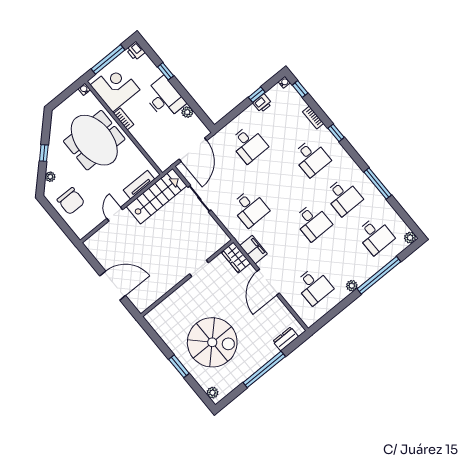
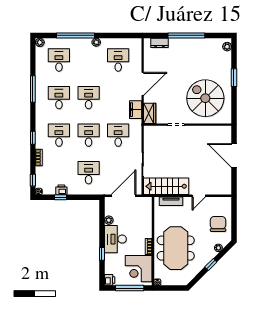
desk: (281, 183) -> (89, 135), added
spiral stairs: (212, 342) -> (205, 98), moved

